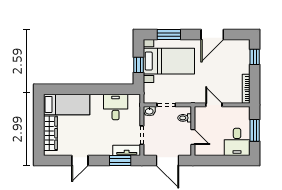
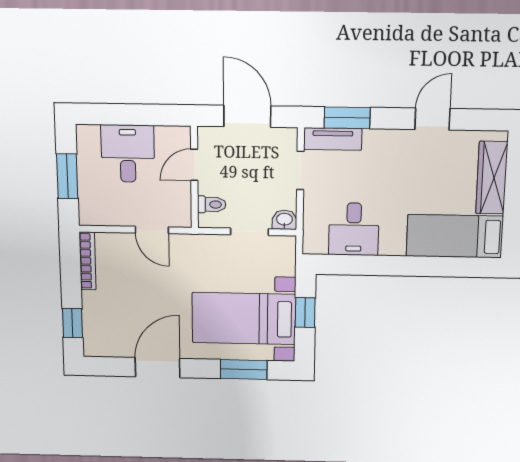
door: (193, 137) -> (194, 165), hinge flipped
desk: (237, 142) -> (128, 154), moved

